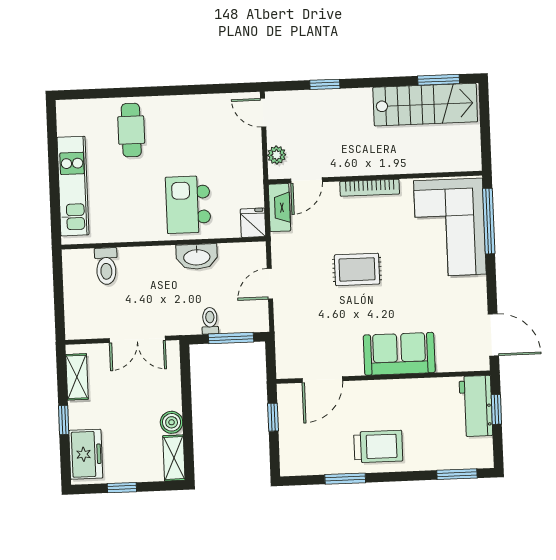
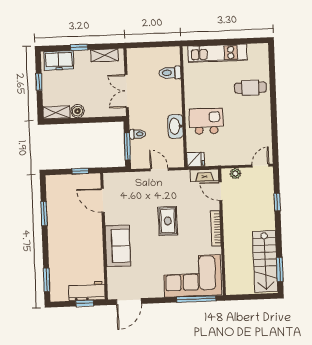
trolley: (378, 446) -> (63, 233), removed

